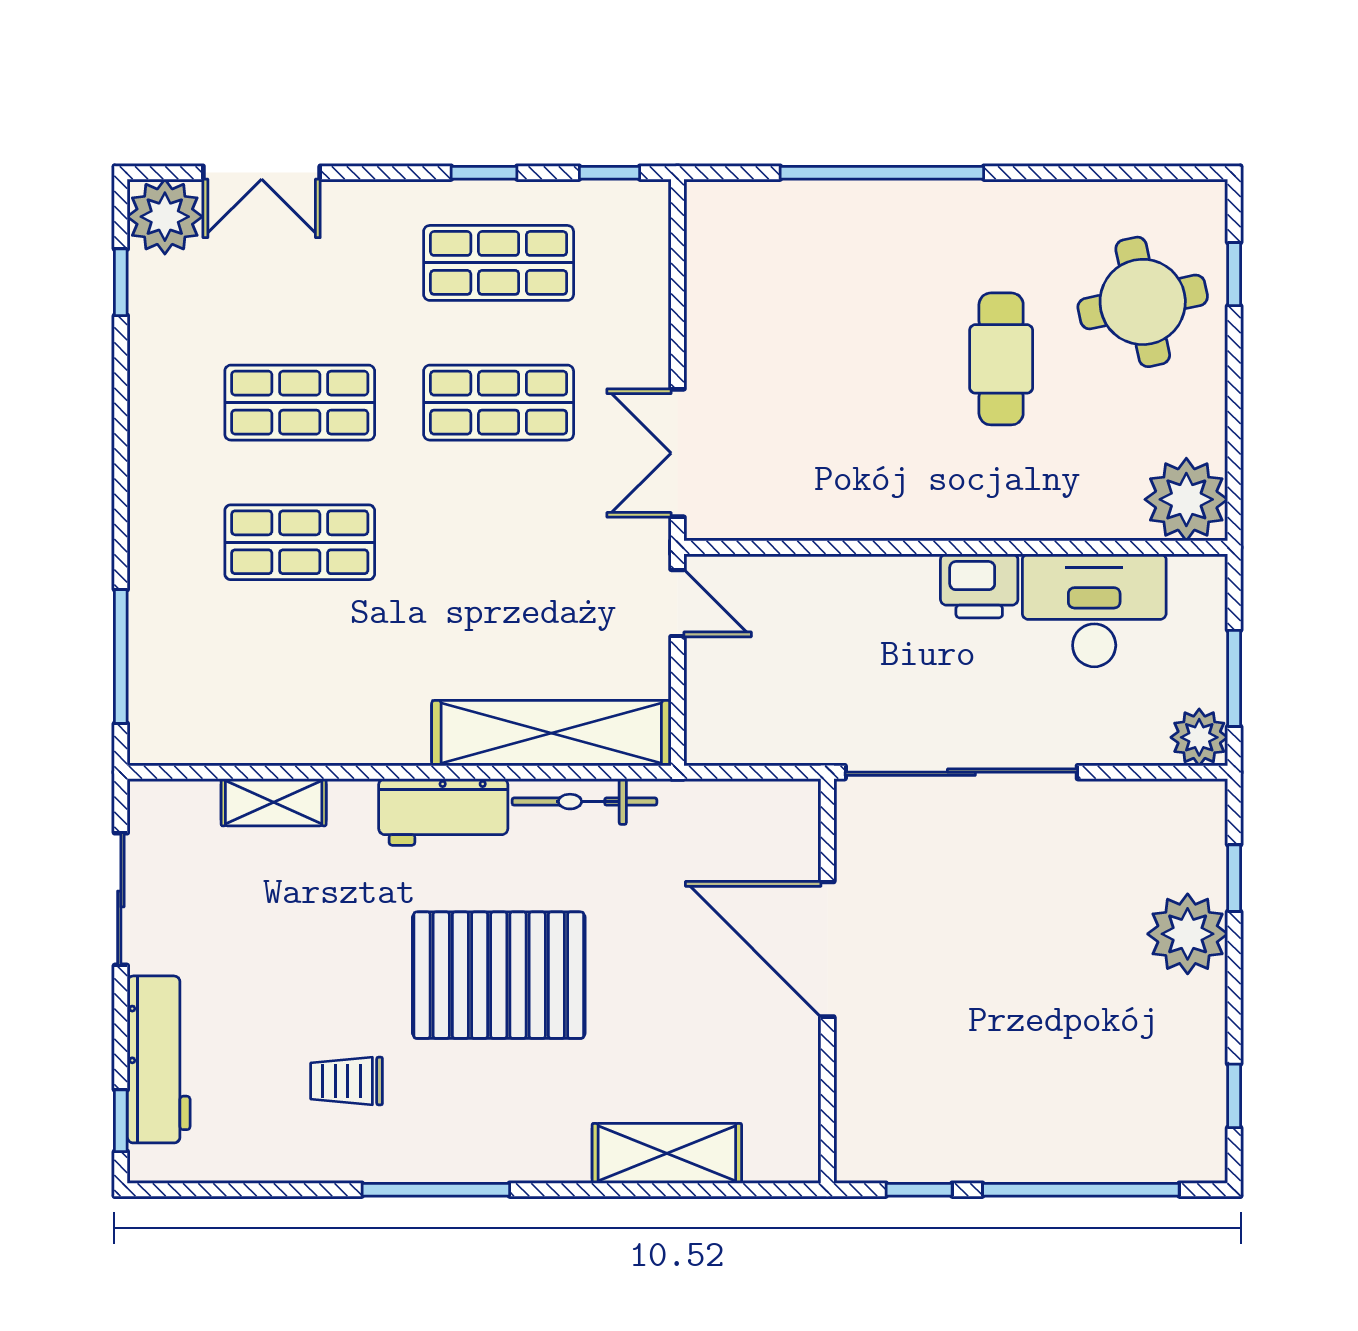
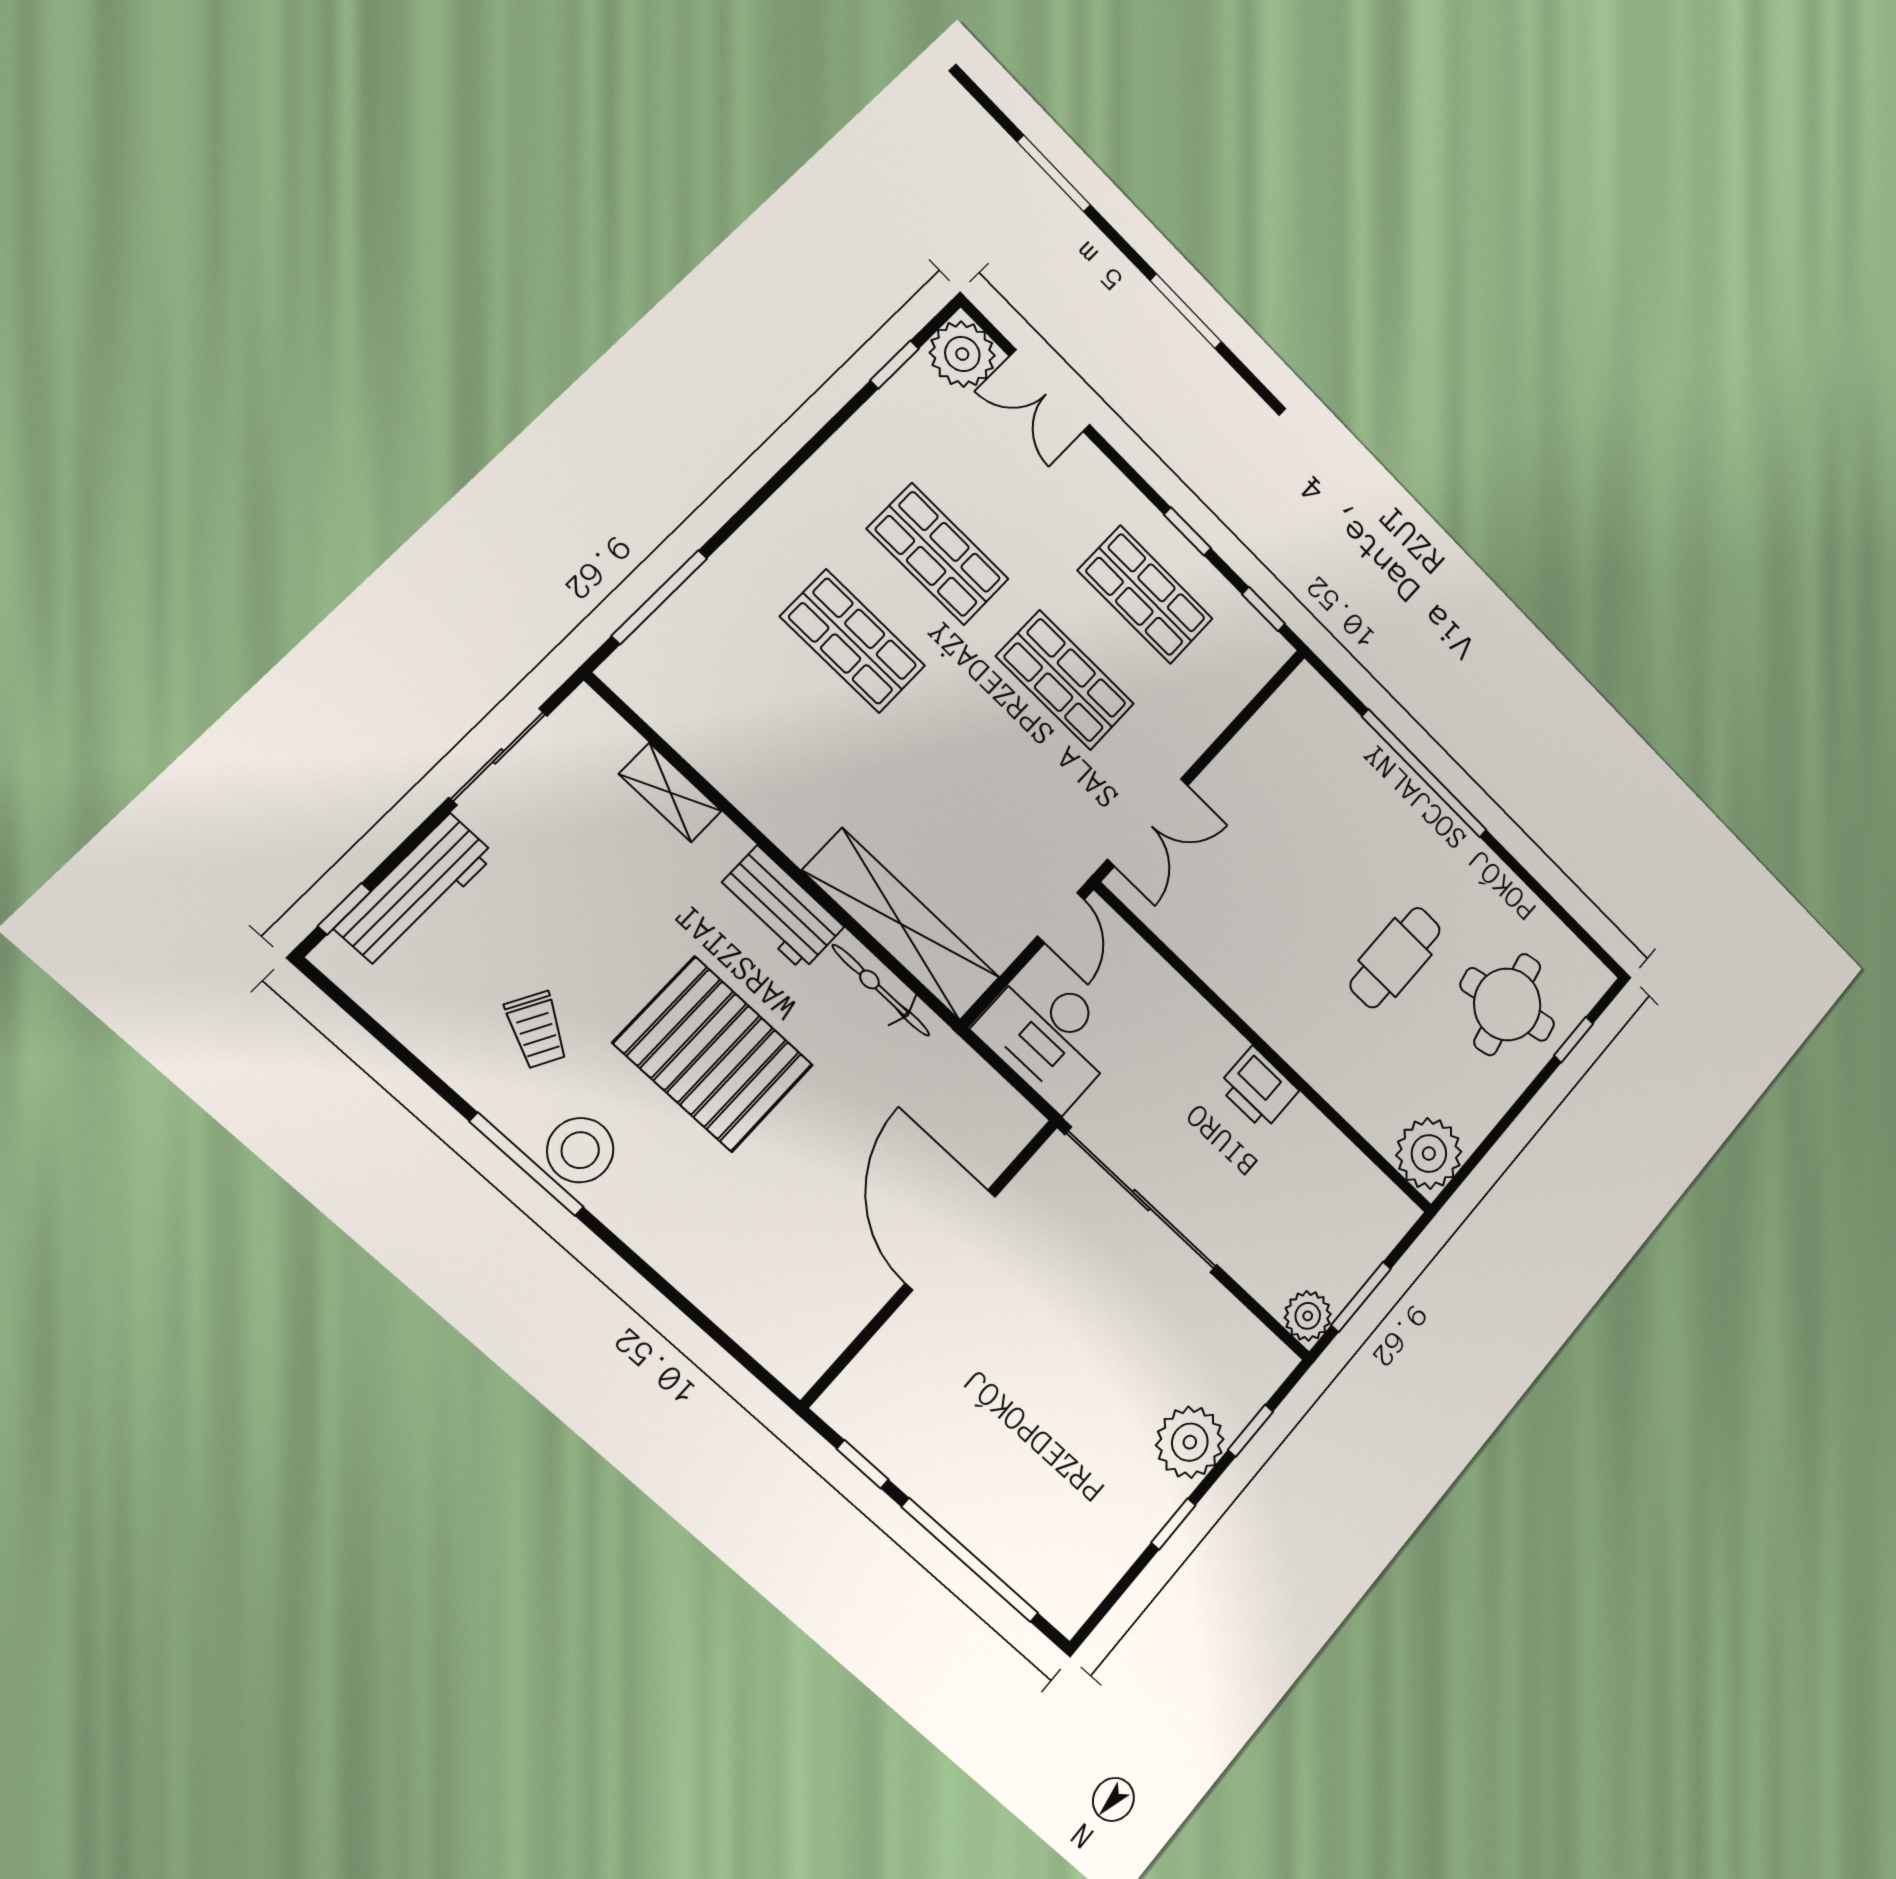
double door: (677, 453) -> (1148, 822), swing flipped
desk: (1094, 610) -> (1049, 1036), moved, turned 180
trolley: (347, 1081) -> (536, 1030), turned -151
window: (1234, 1096) -> (1173, 1524), moved
stool: (466, 1143) -> (580, 1150), added
shelving: (667, 1153) -> (714, 1284), removed

